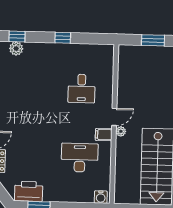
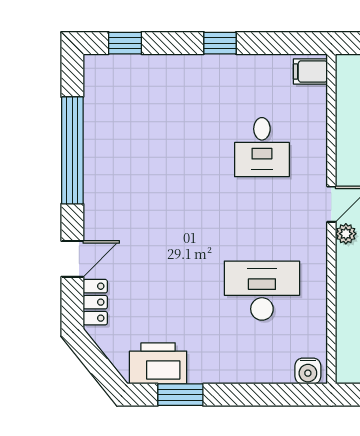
plant: (16, 49) -> (124, 68), removed
filing cabinet: (104, 135) -> (310, 71), moved

